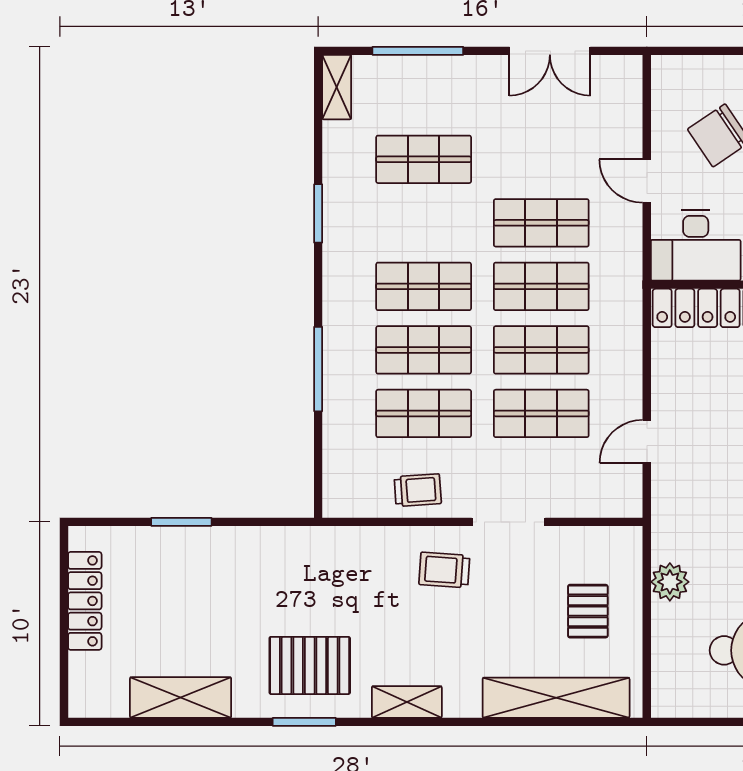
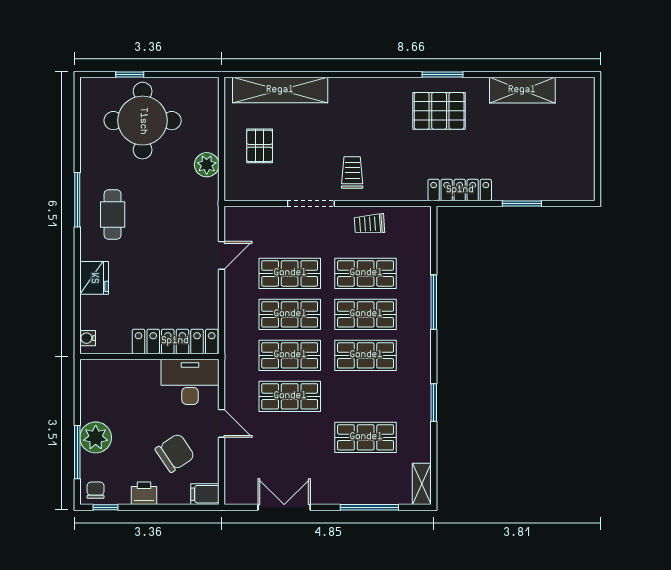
filing cabinet: (673, 71) -> (205, 494), added
trolley: (444, 570) -> (352, 172), turned -94
locker: (85, 601) -> (460, 190), moved, turned 90
shelving: (407, 702) -> (376, 87), removed

